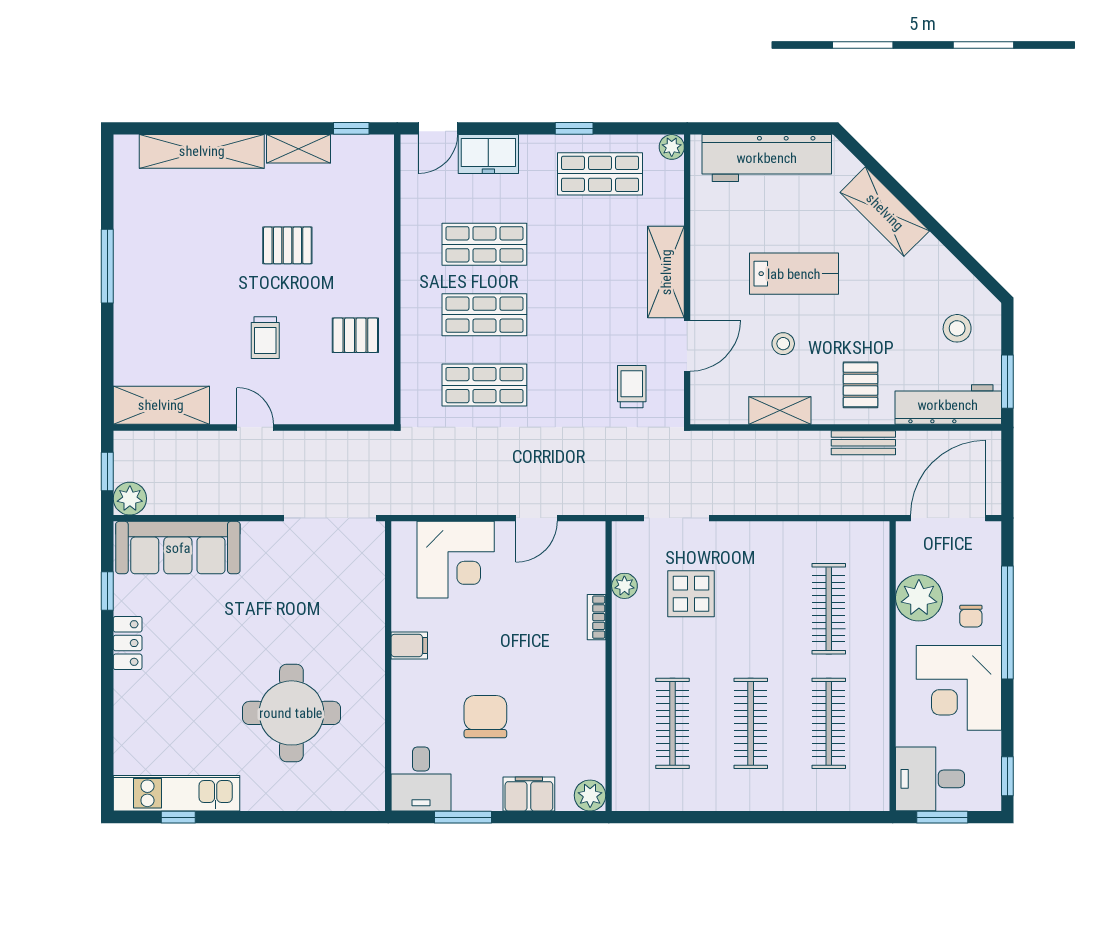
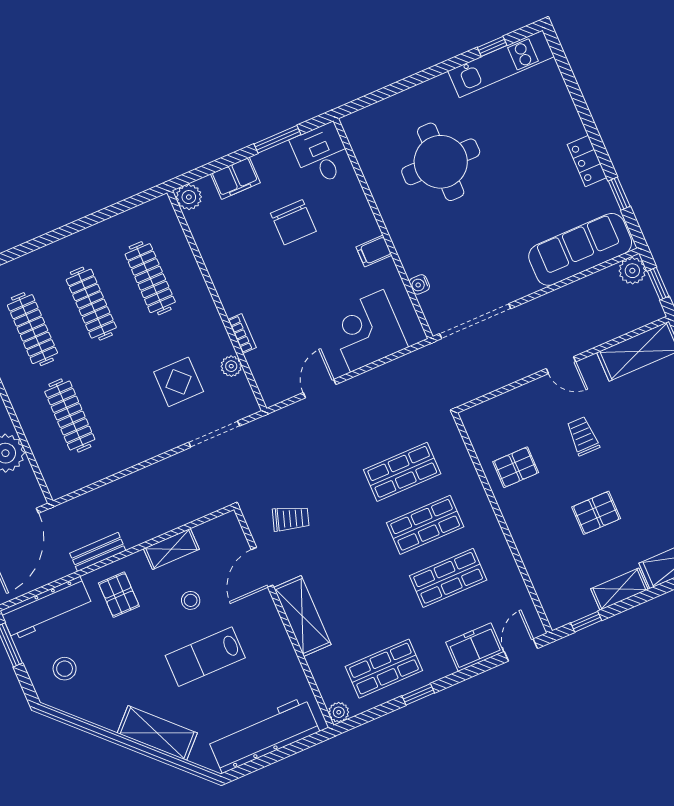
trolley: (632, 387) -> (291, 519), turned -72
water cooler: (375, 586) -> (419, 284), added

